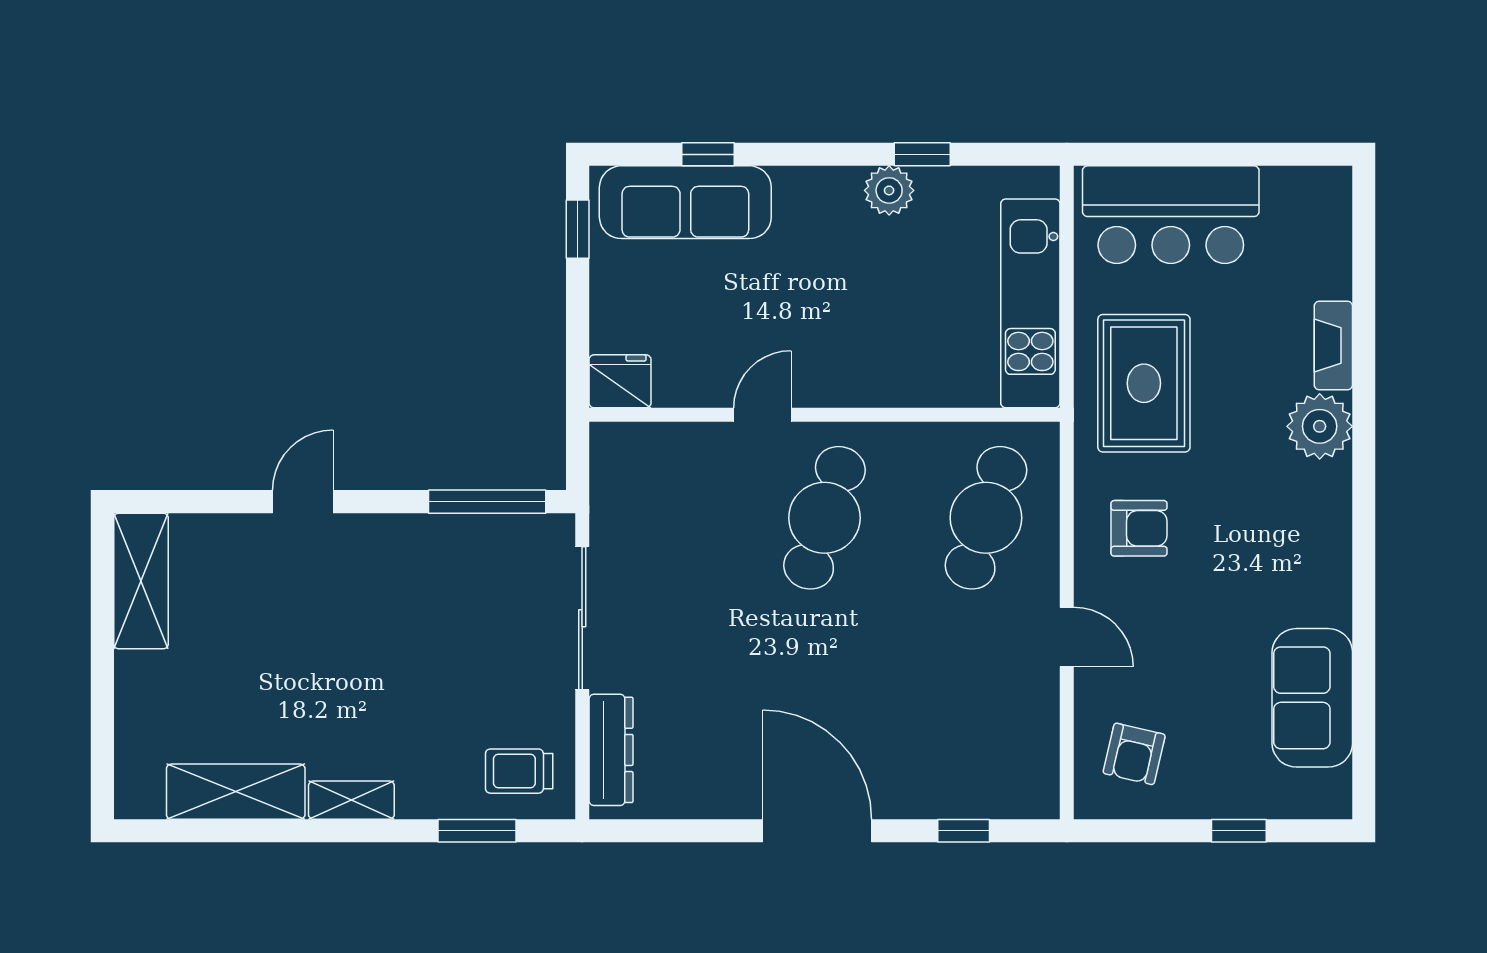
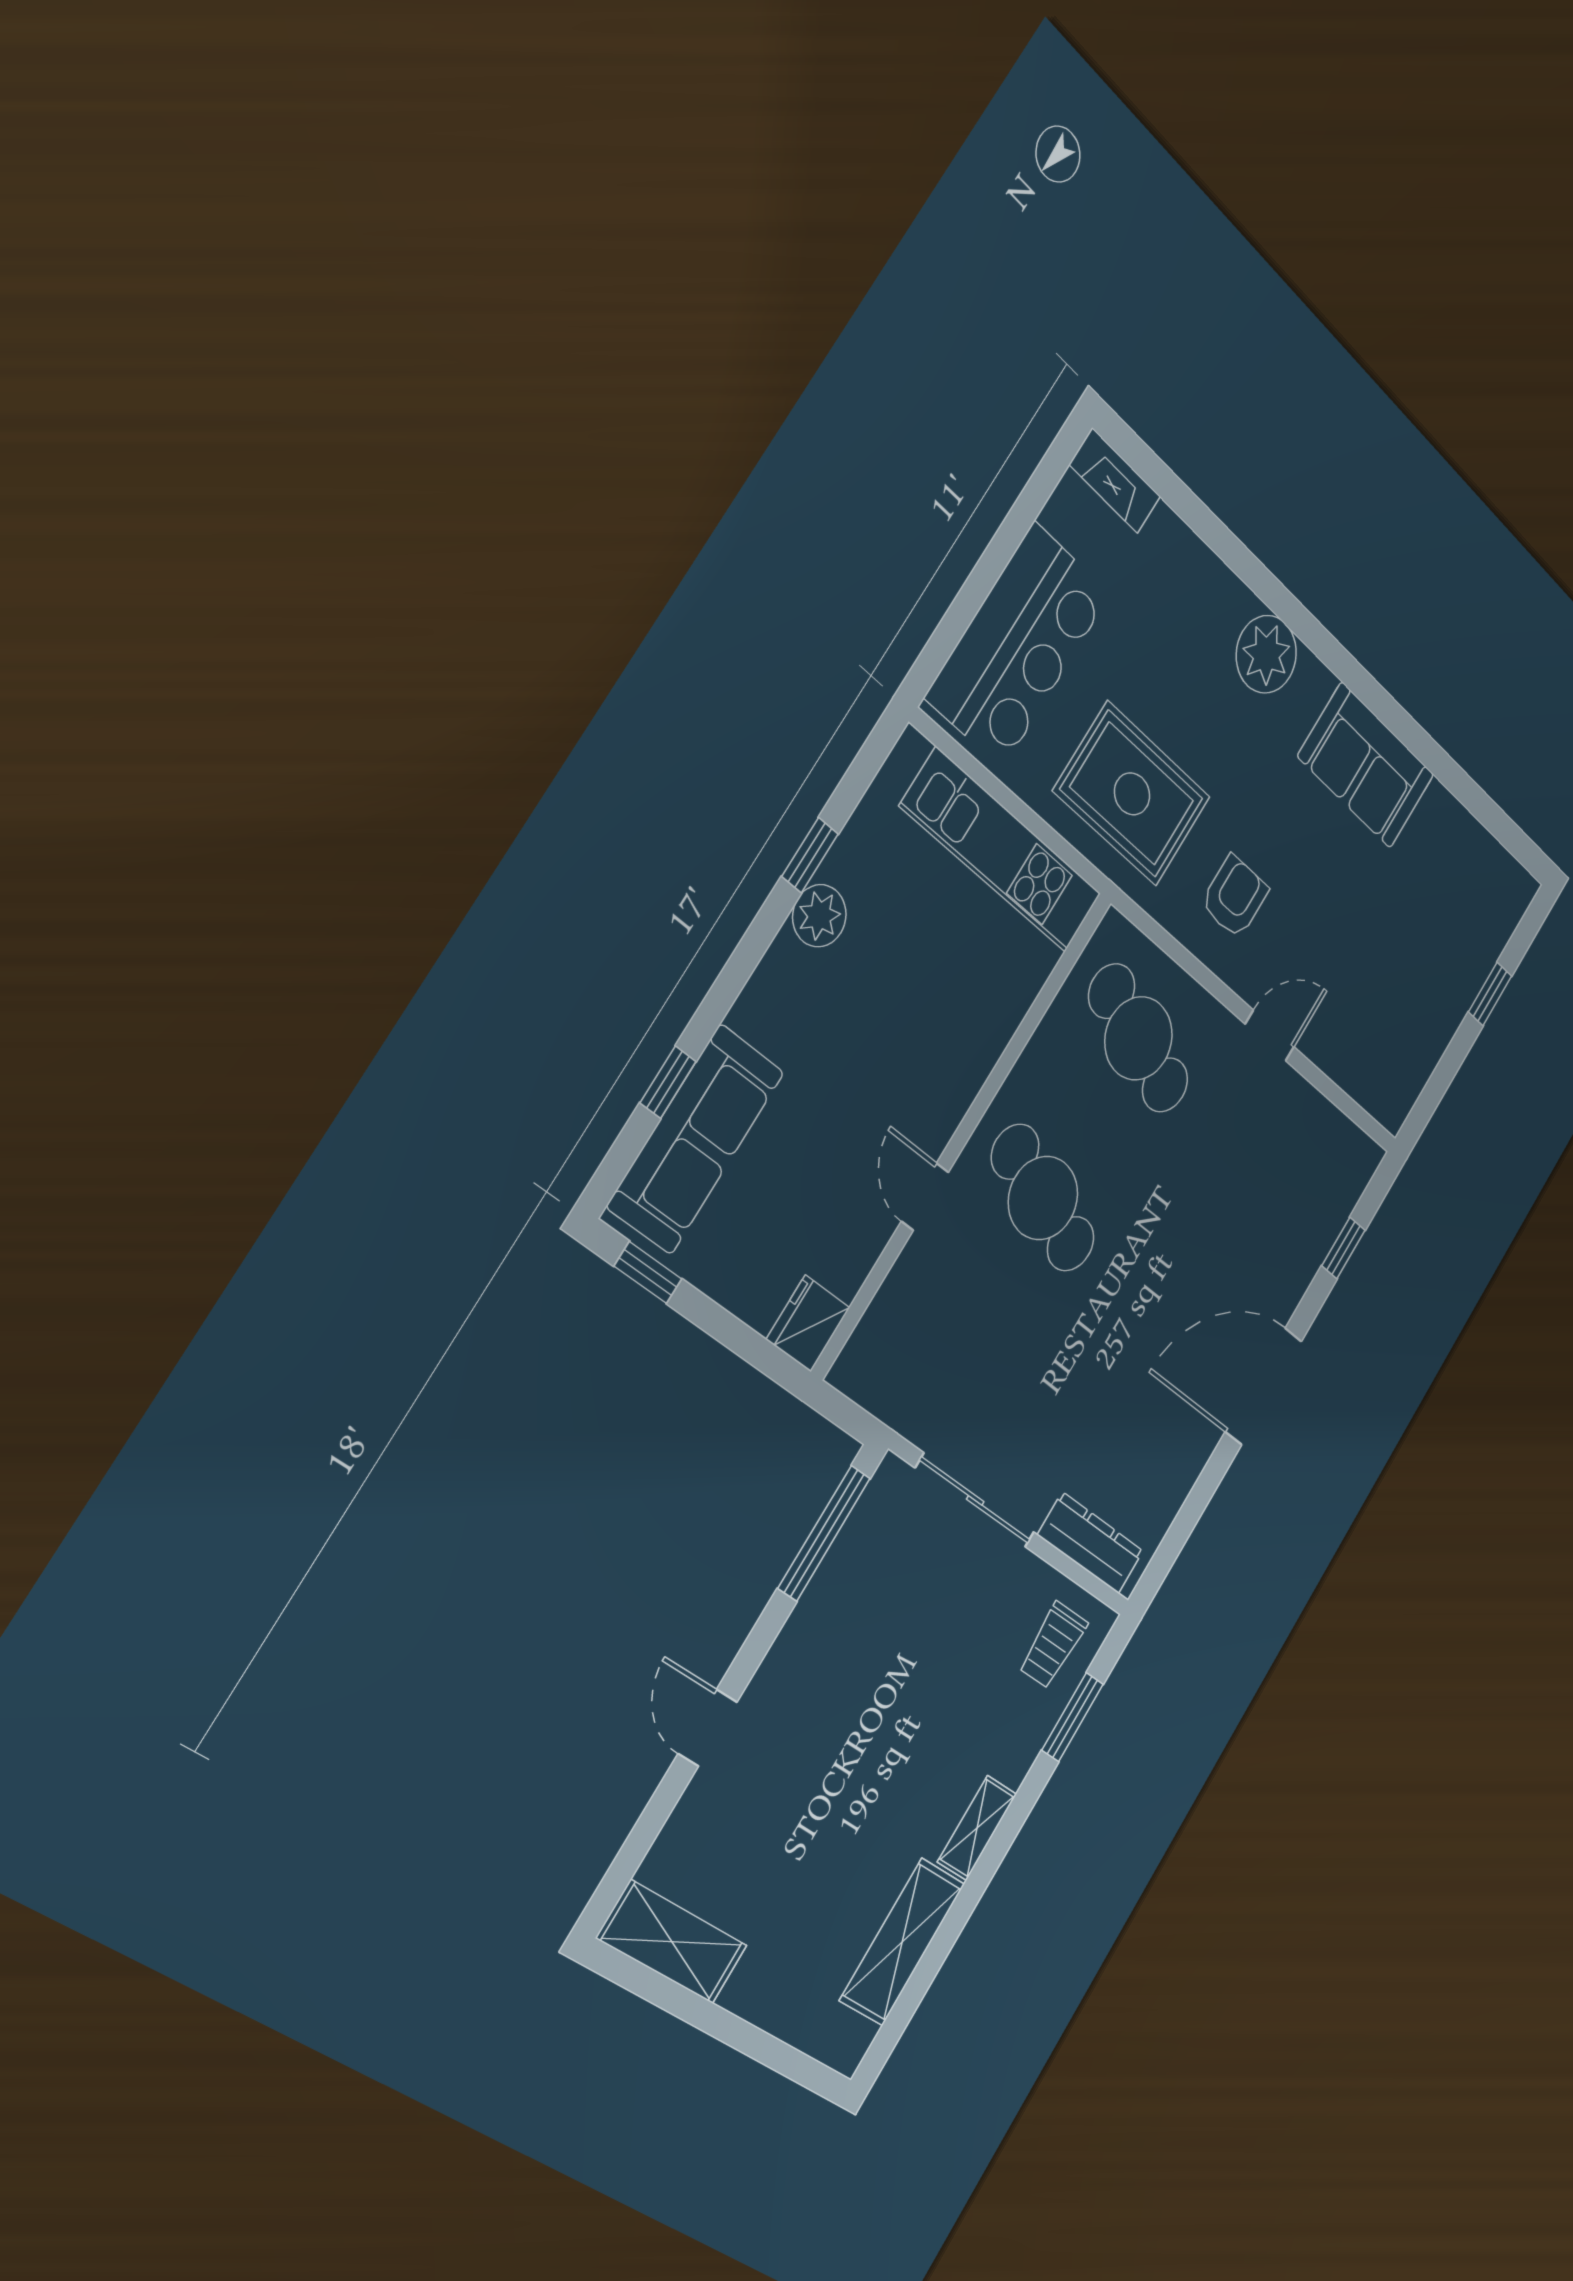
fireplace: (1333, 345) -> (1115, 481), moved
sofa: (1312, 698) -> (1366, 766), moved
armchair: (1134, 754) -> (1385, 1044), removed

